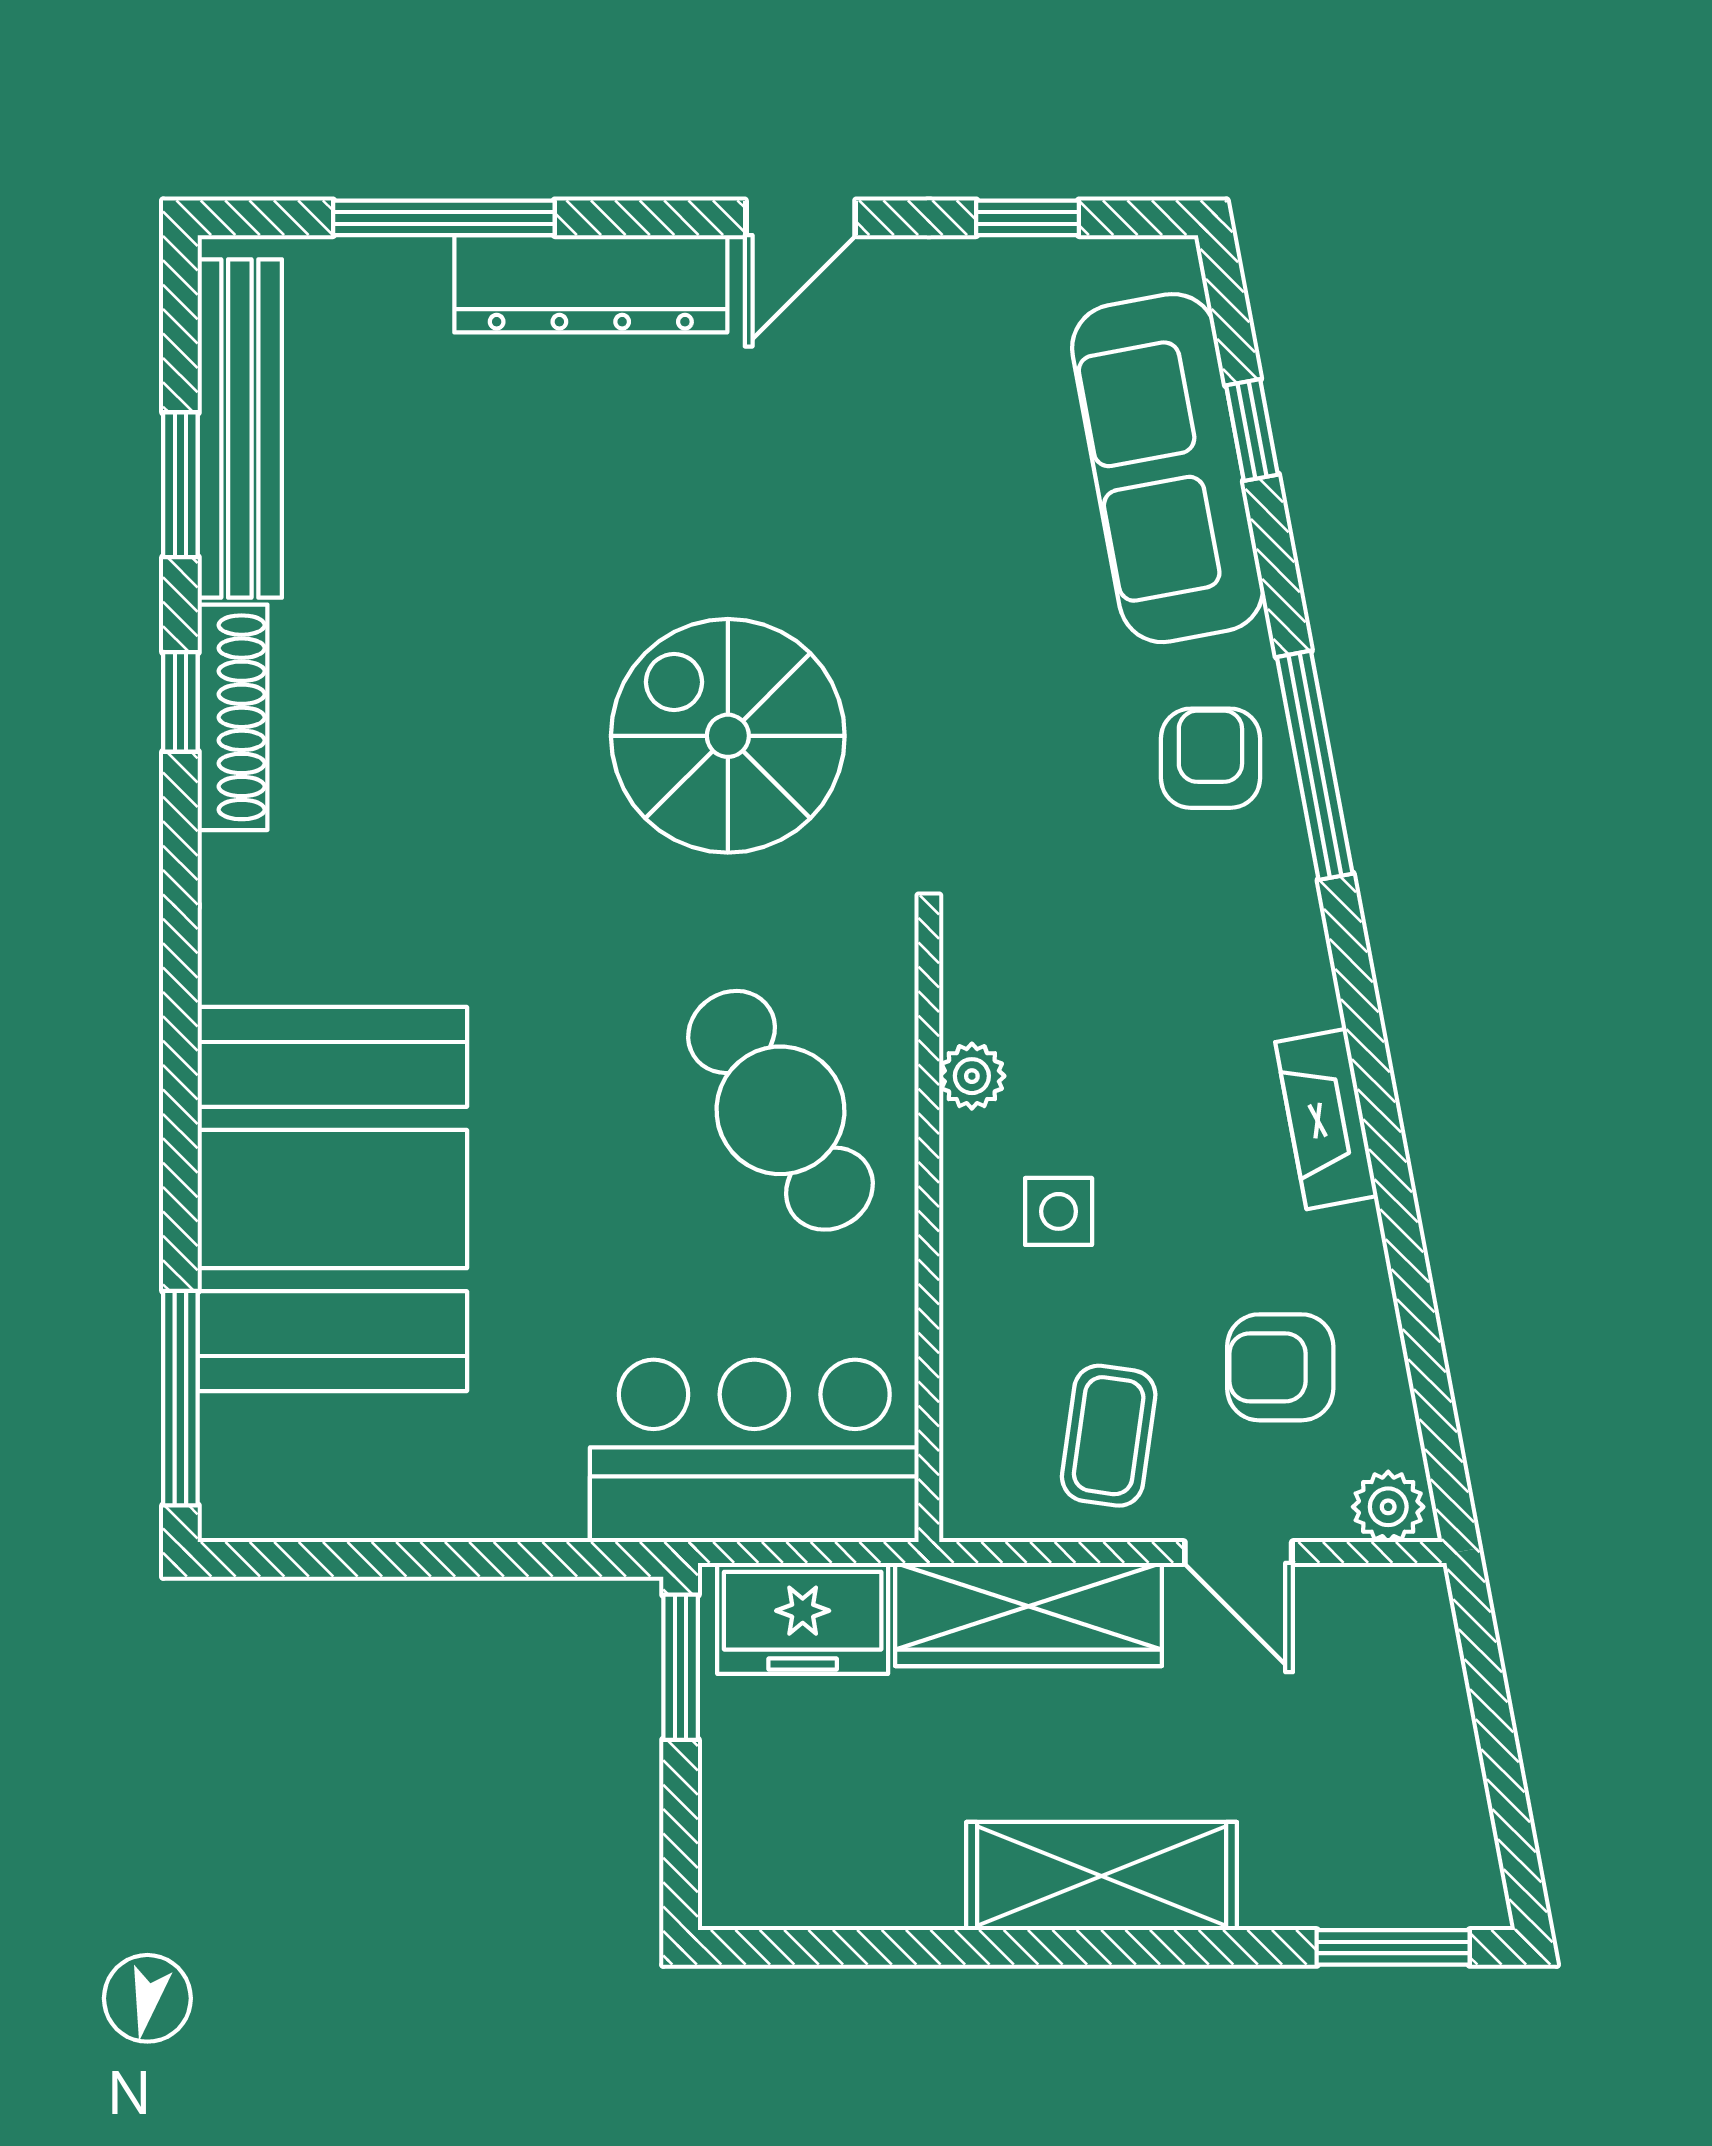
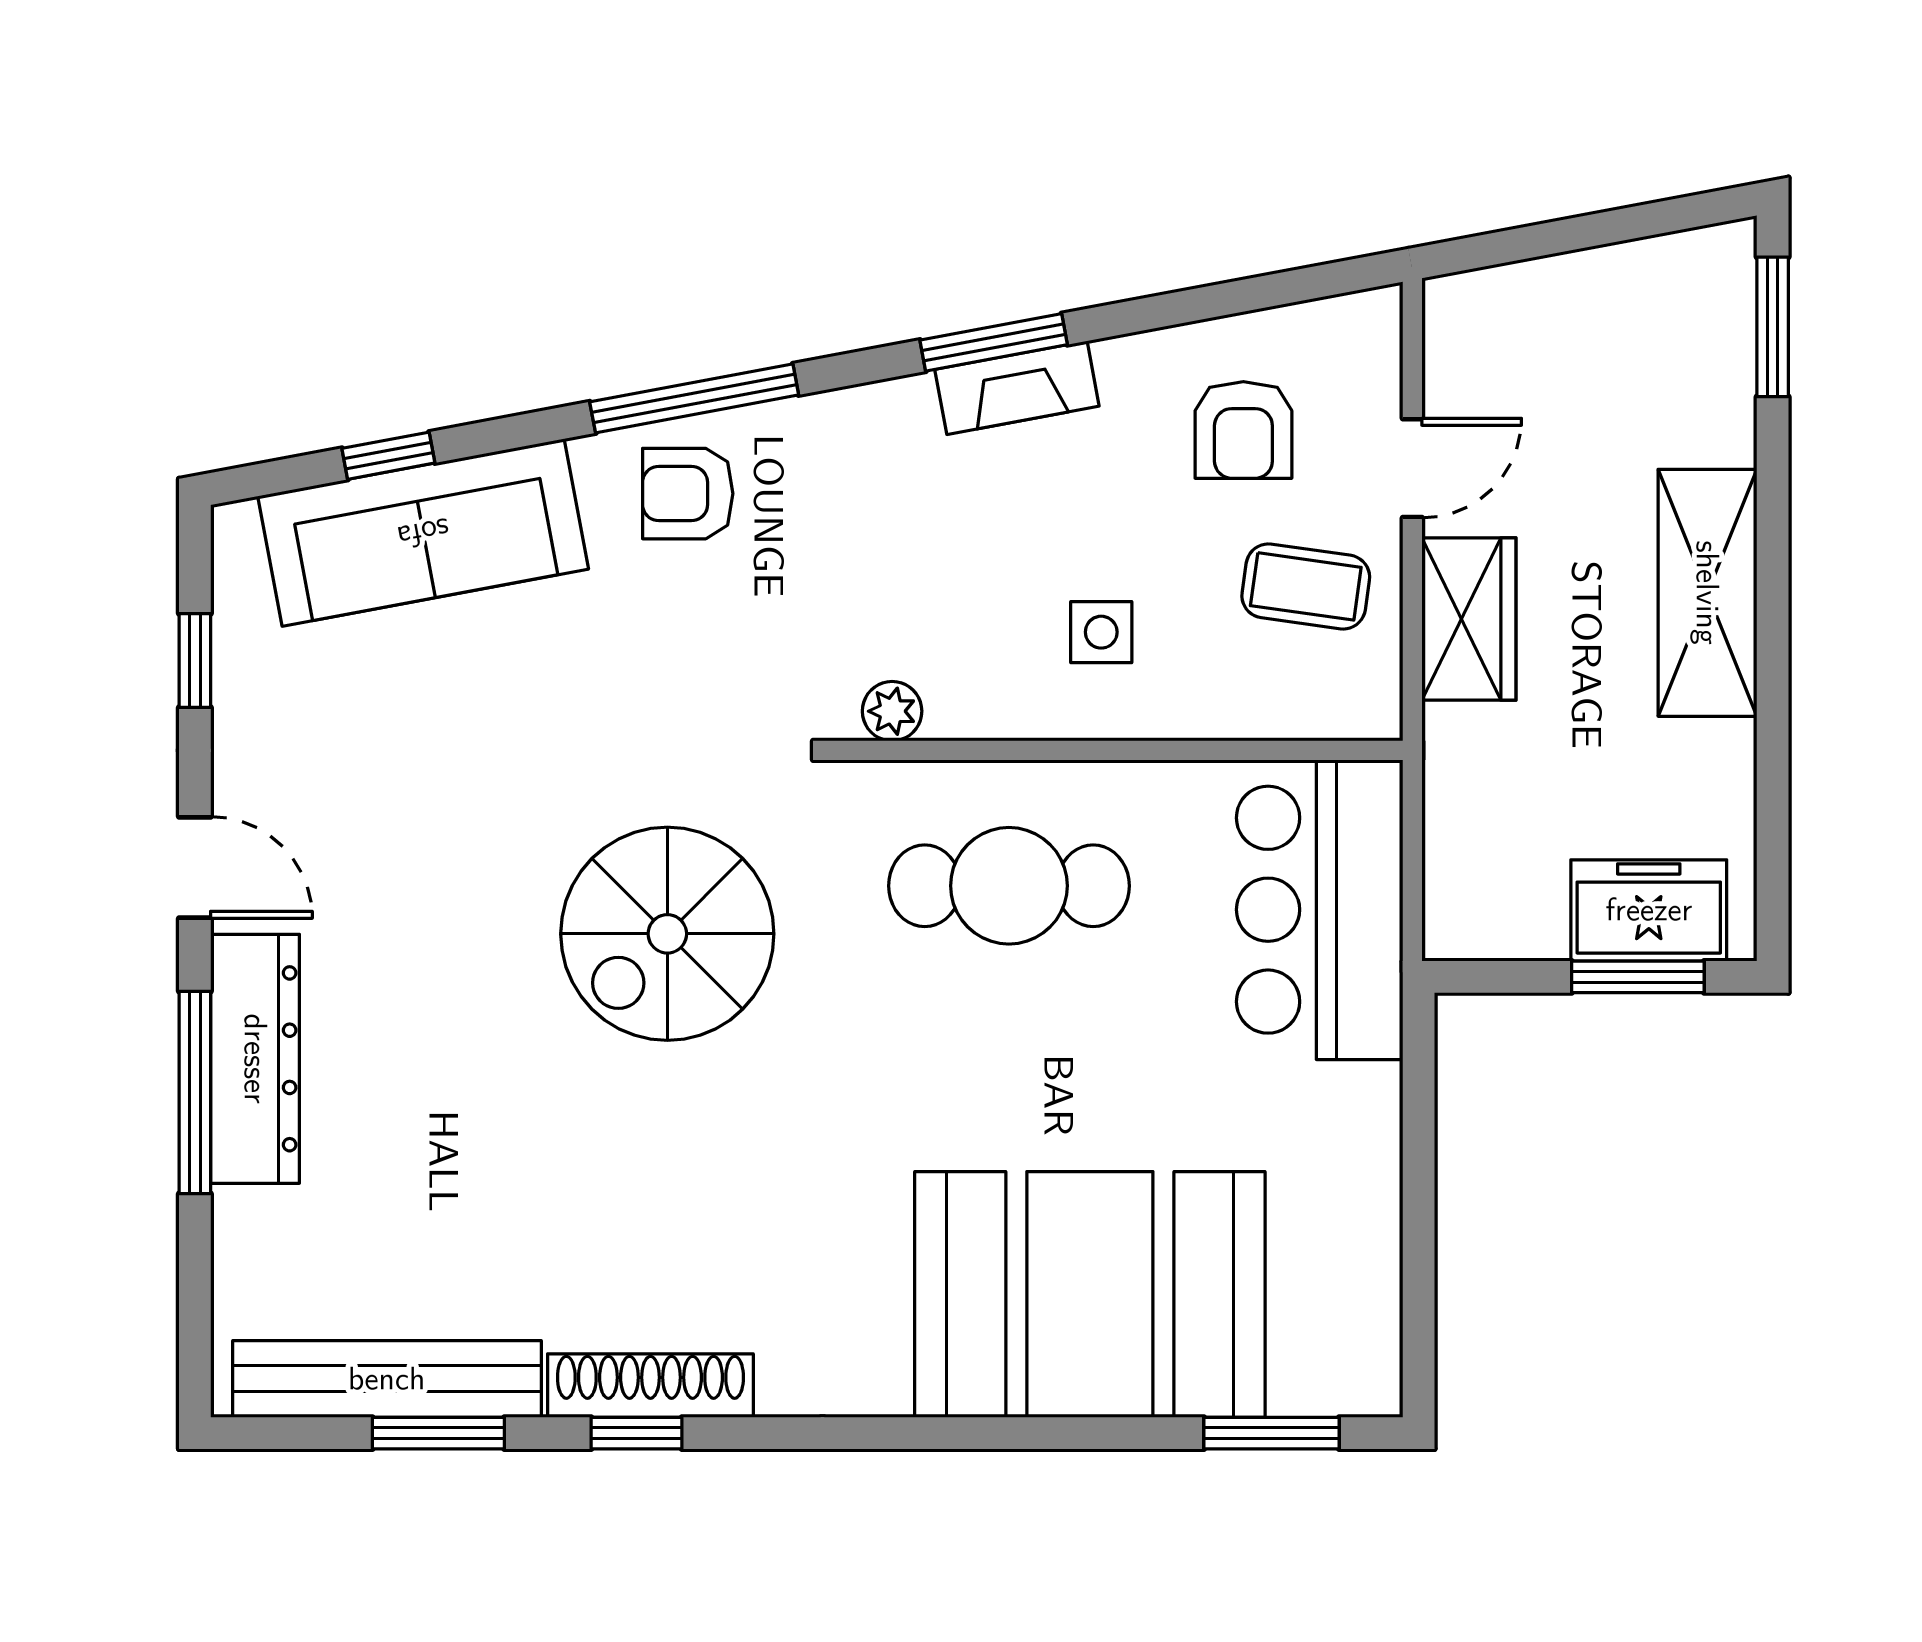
window: (444, 218) -> (195, 1092), moved
plant: (972, 1076) -> (892, 711), moved
window: (1376, 1093) -> (994, 342), added
cafe table: (780, 1110) -> (1009, 886), turned 32
window: (180, 1398) -> (1272, 1433), width x0.69
plant: (1388, 1507) -> (1371, 331), removed
wardrobe: (1028, 1614) -> (1469, 619), width x0.67
freezer: (803, 1618) -> (1649, 910), moved, turned -90
window: (681, 1667) -> (1638, 977), moved

